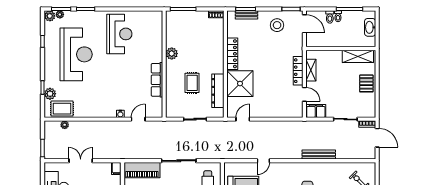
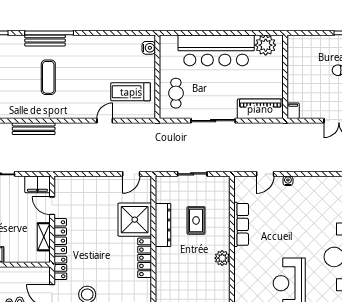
locker: (298, 46) -> (60, 268), added
dresser: (218, 91) -> (163, 225), moved

